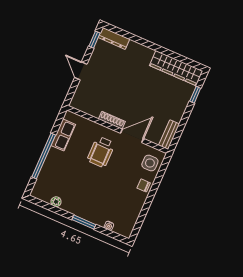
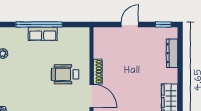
dresser: (114, 38) -> (172, 53), moved
row of seats: (63, 135) -> (43, 34), moved

